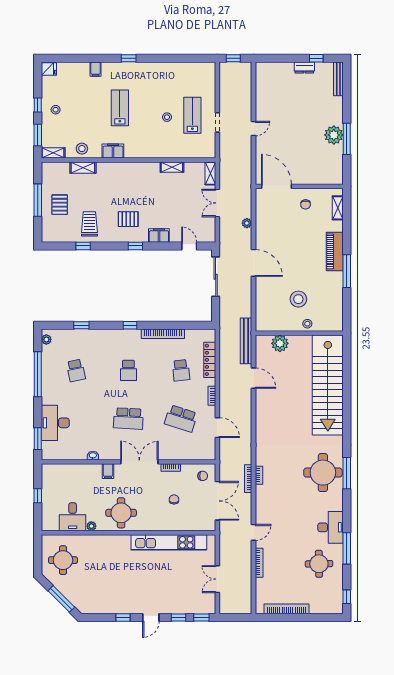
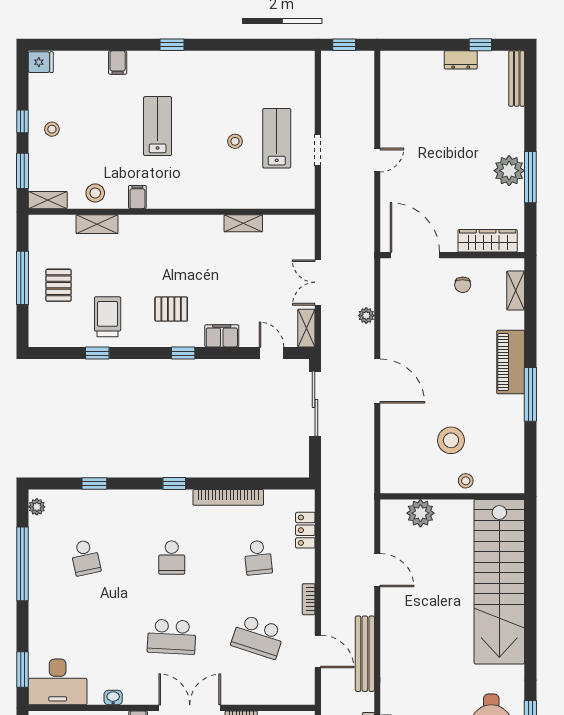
filing cabinet: (113, 151) -> (137, 197), width x0.50
shelving: (210, 173) -> (306, 328), moved
wardrobe: (321, 178) -> (488, 241), added
bench: (246, 341) -> (365, 654), moved
locker: (210, 360) -> (305, 530), width x0.66
desk: (55, 423) -> (58, 682), moved, turned -90

